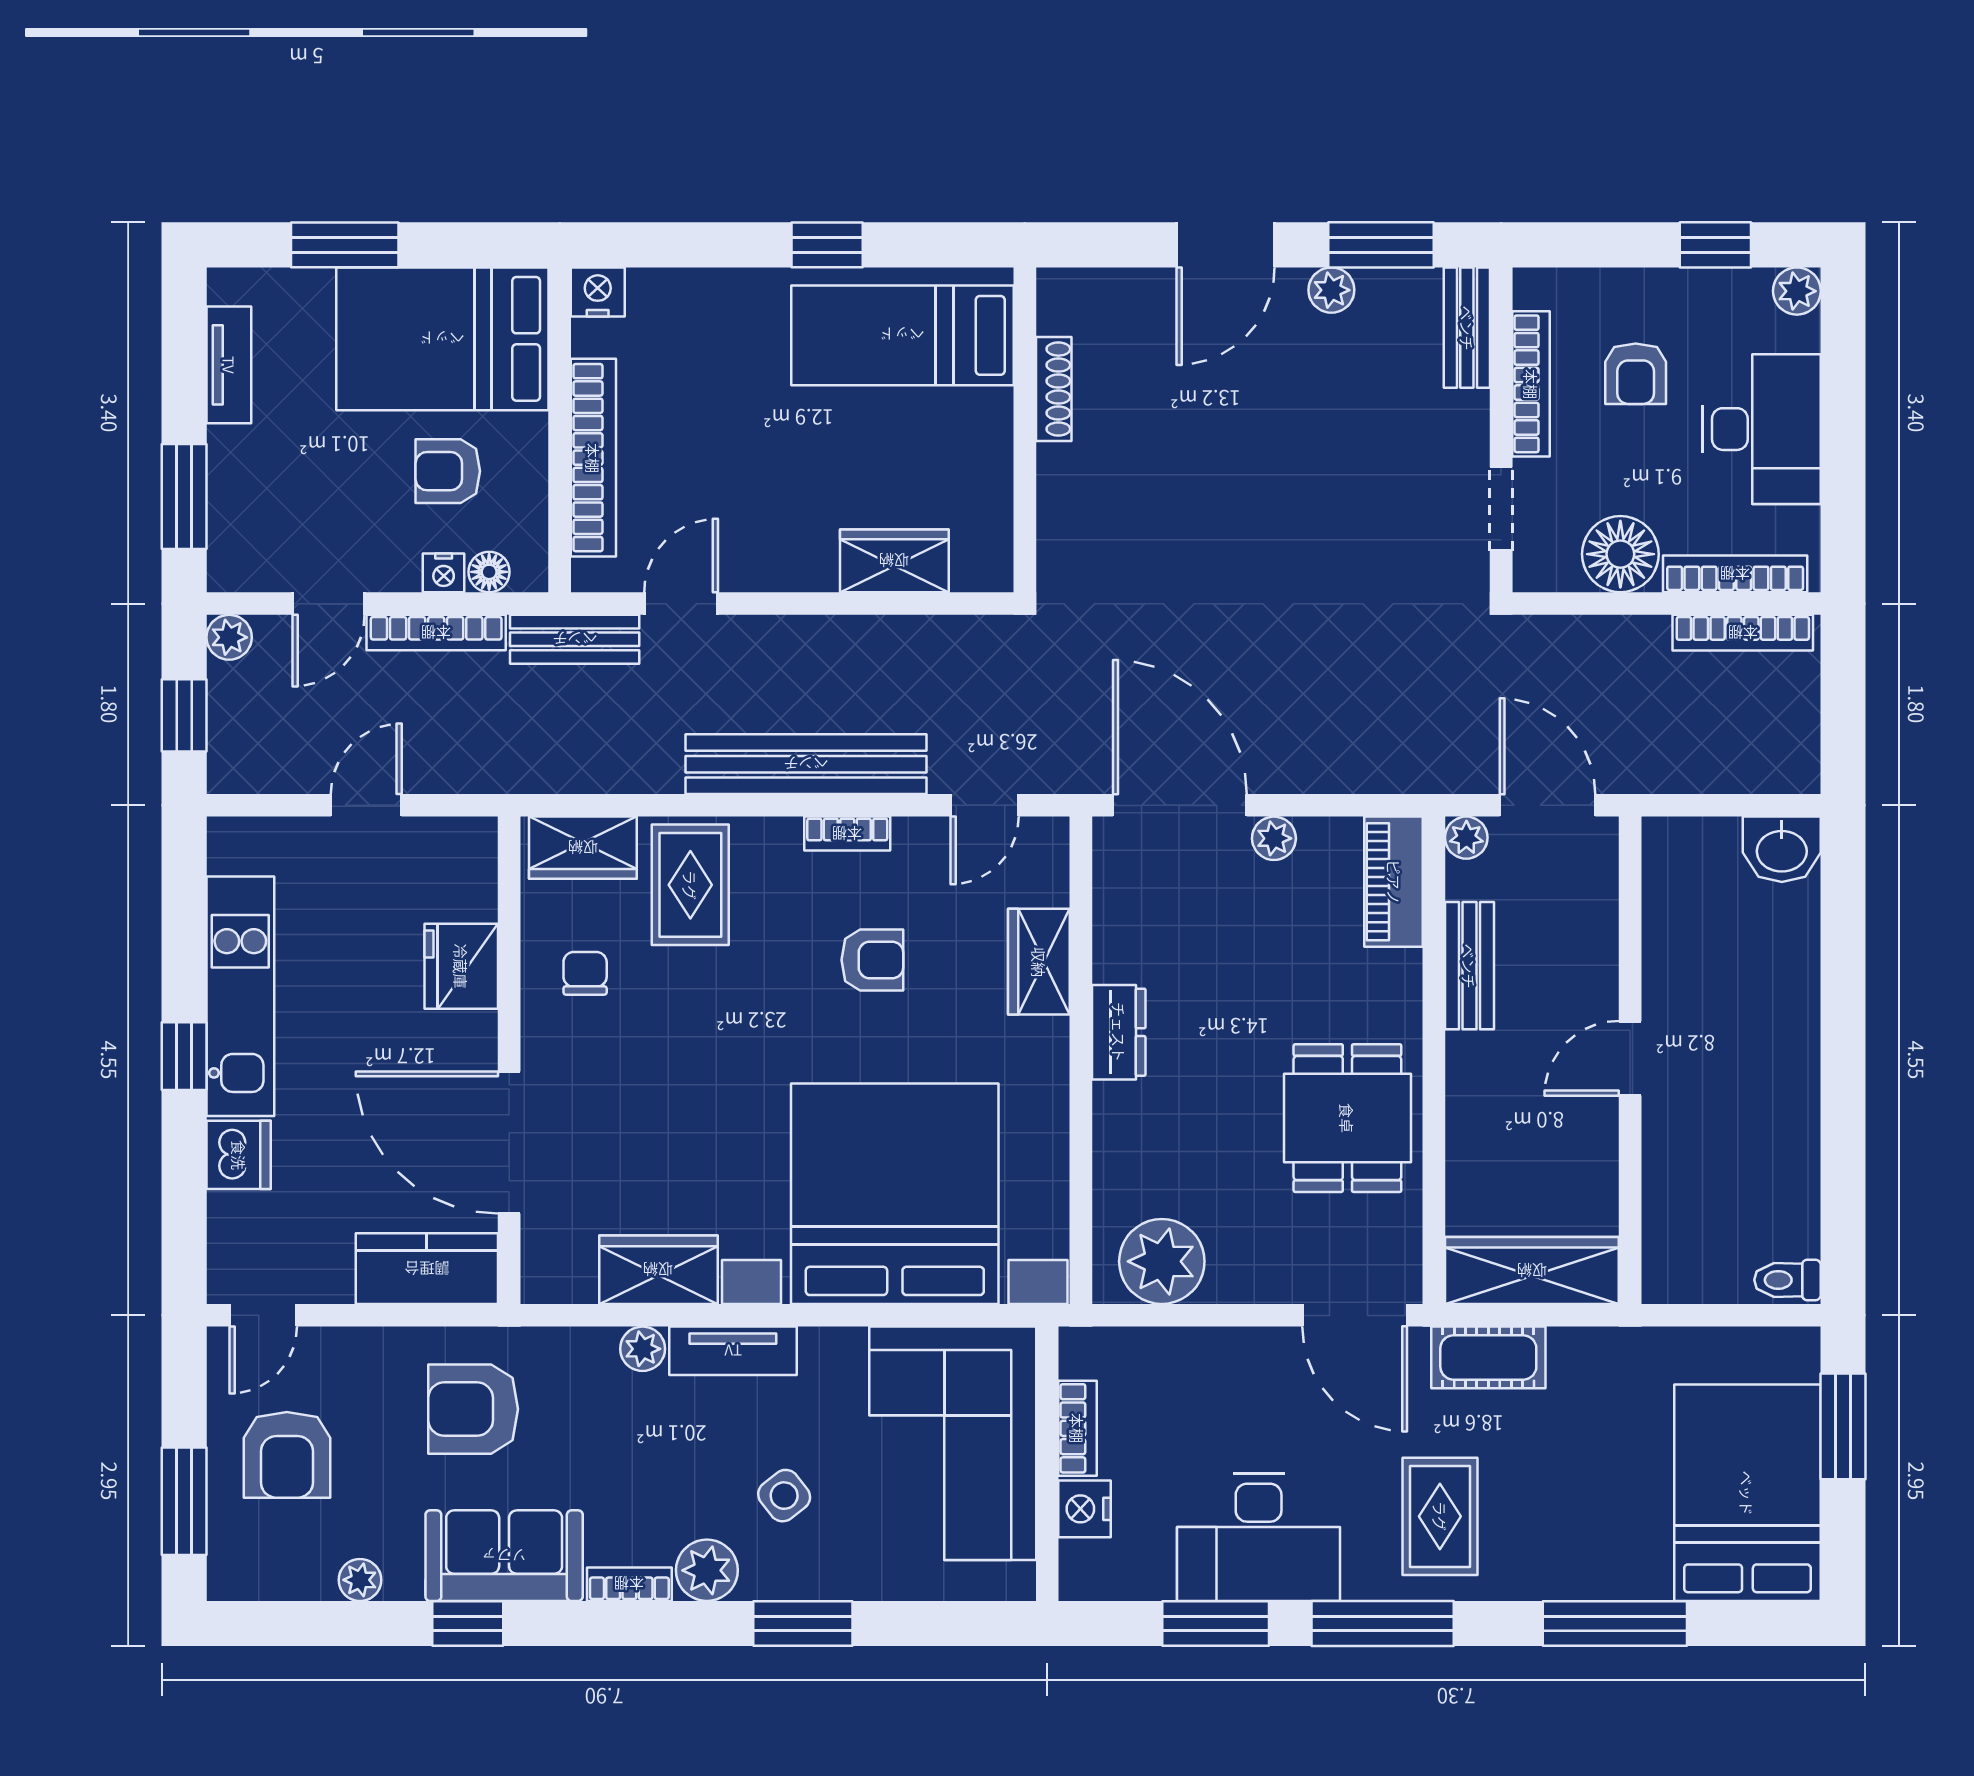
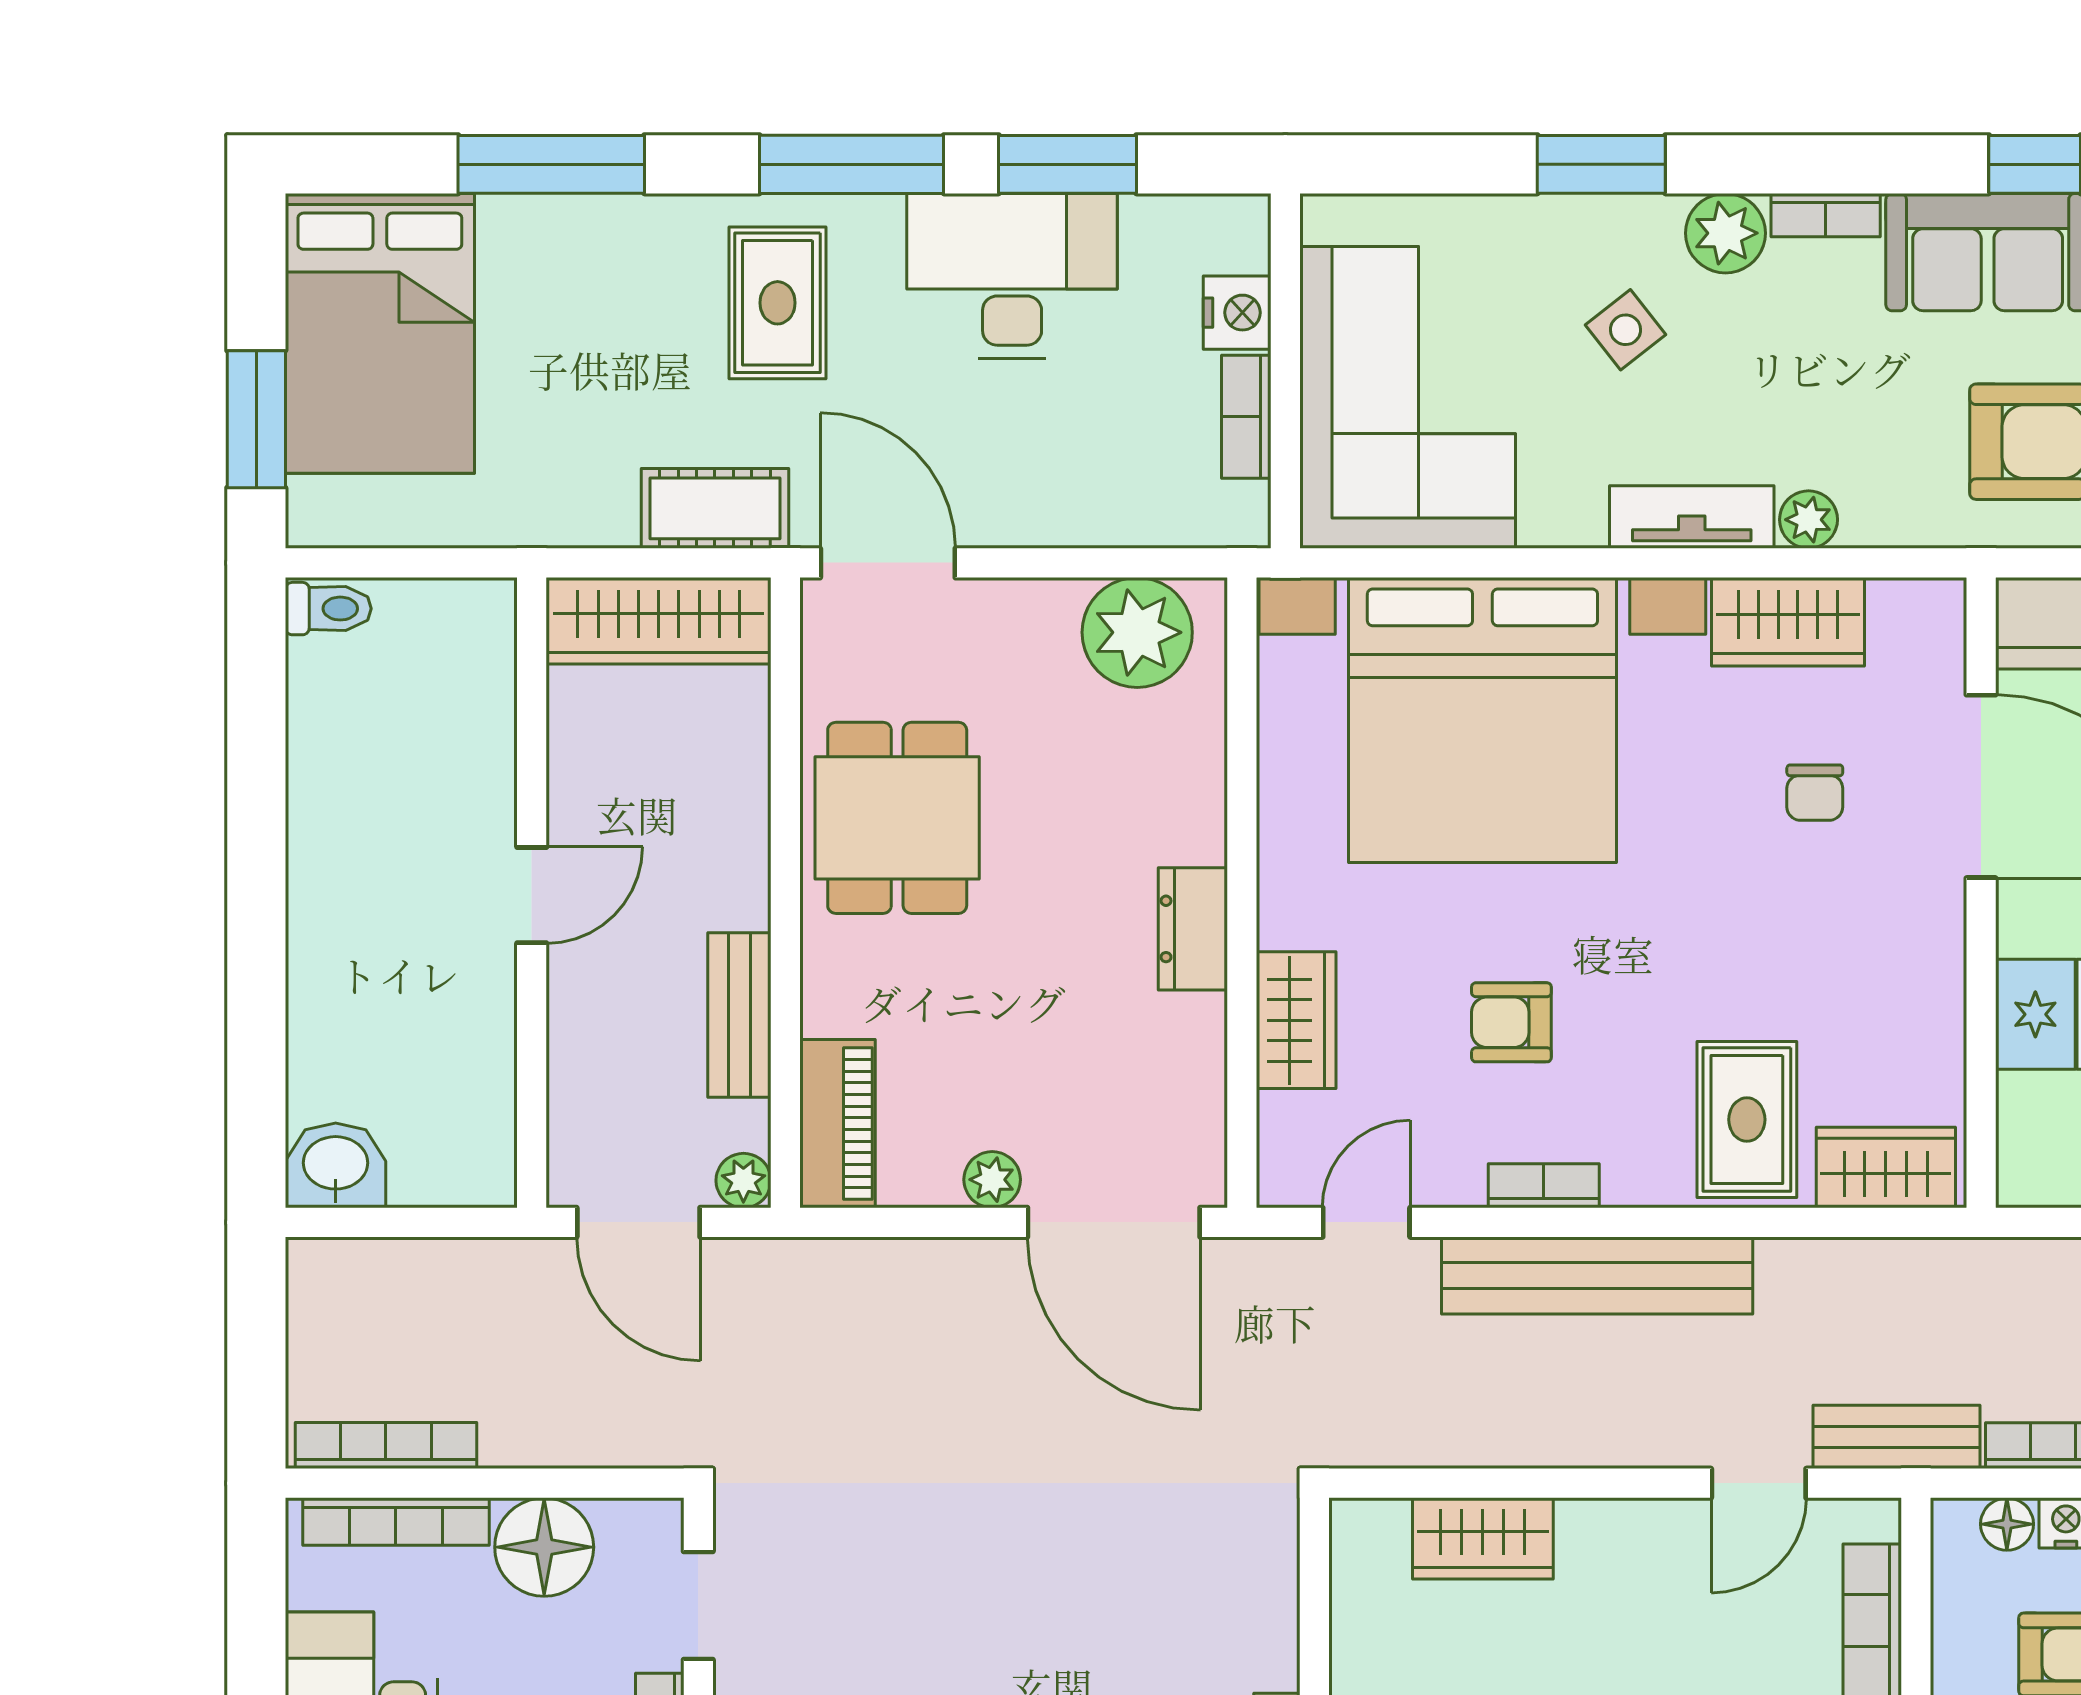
chair: (585, 973) -> (1815, 793), moved

